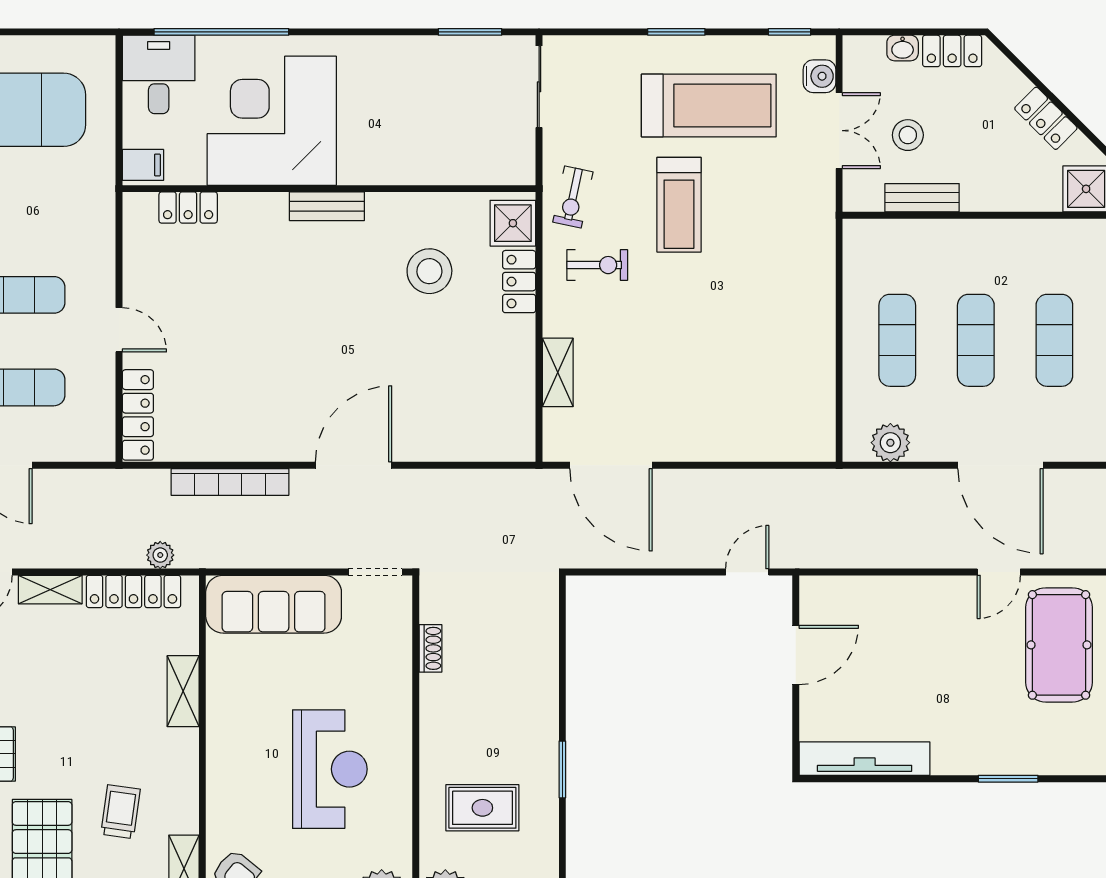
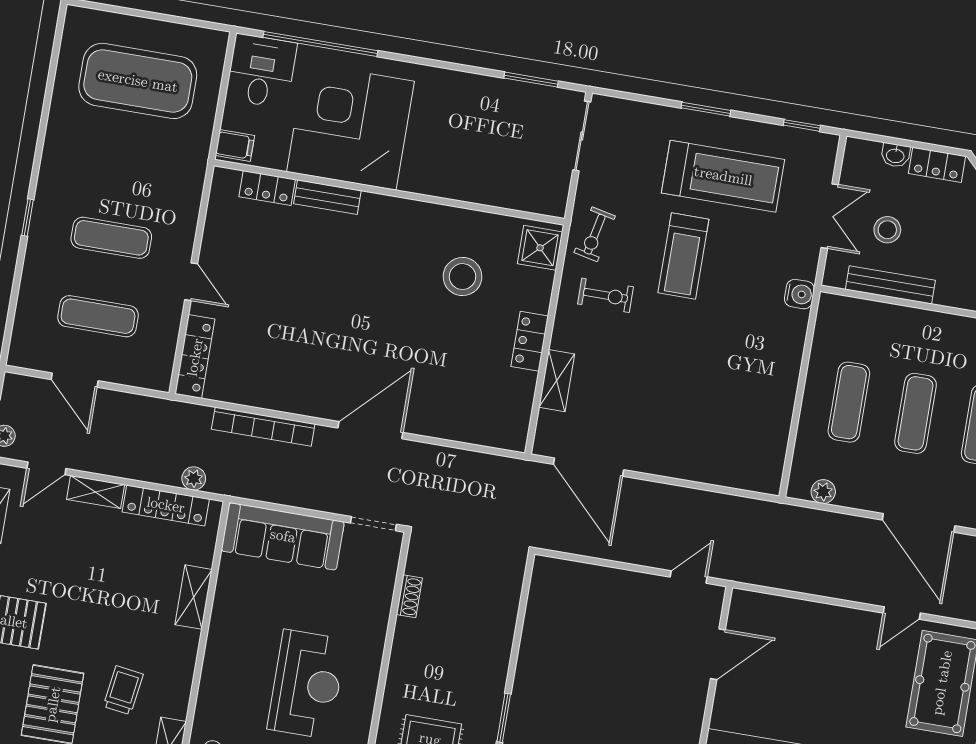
water cooler: (819, 76) -> (799, 294), moved
bench: (922, 198) -> (890, 285), width x1.36
bench: (327, 206) -> (327, 197), moved
locker: (519, 282) -> (530, 341), moved
plant: (890, 443) -> (823, 492), width x0.73, depth x0.73

